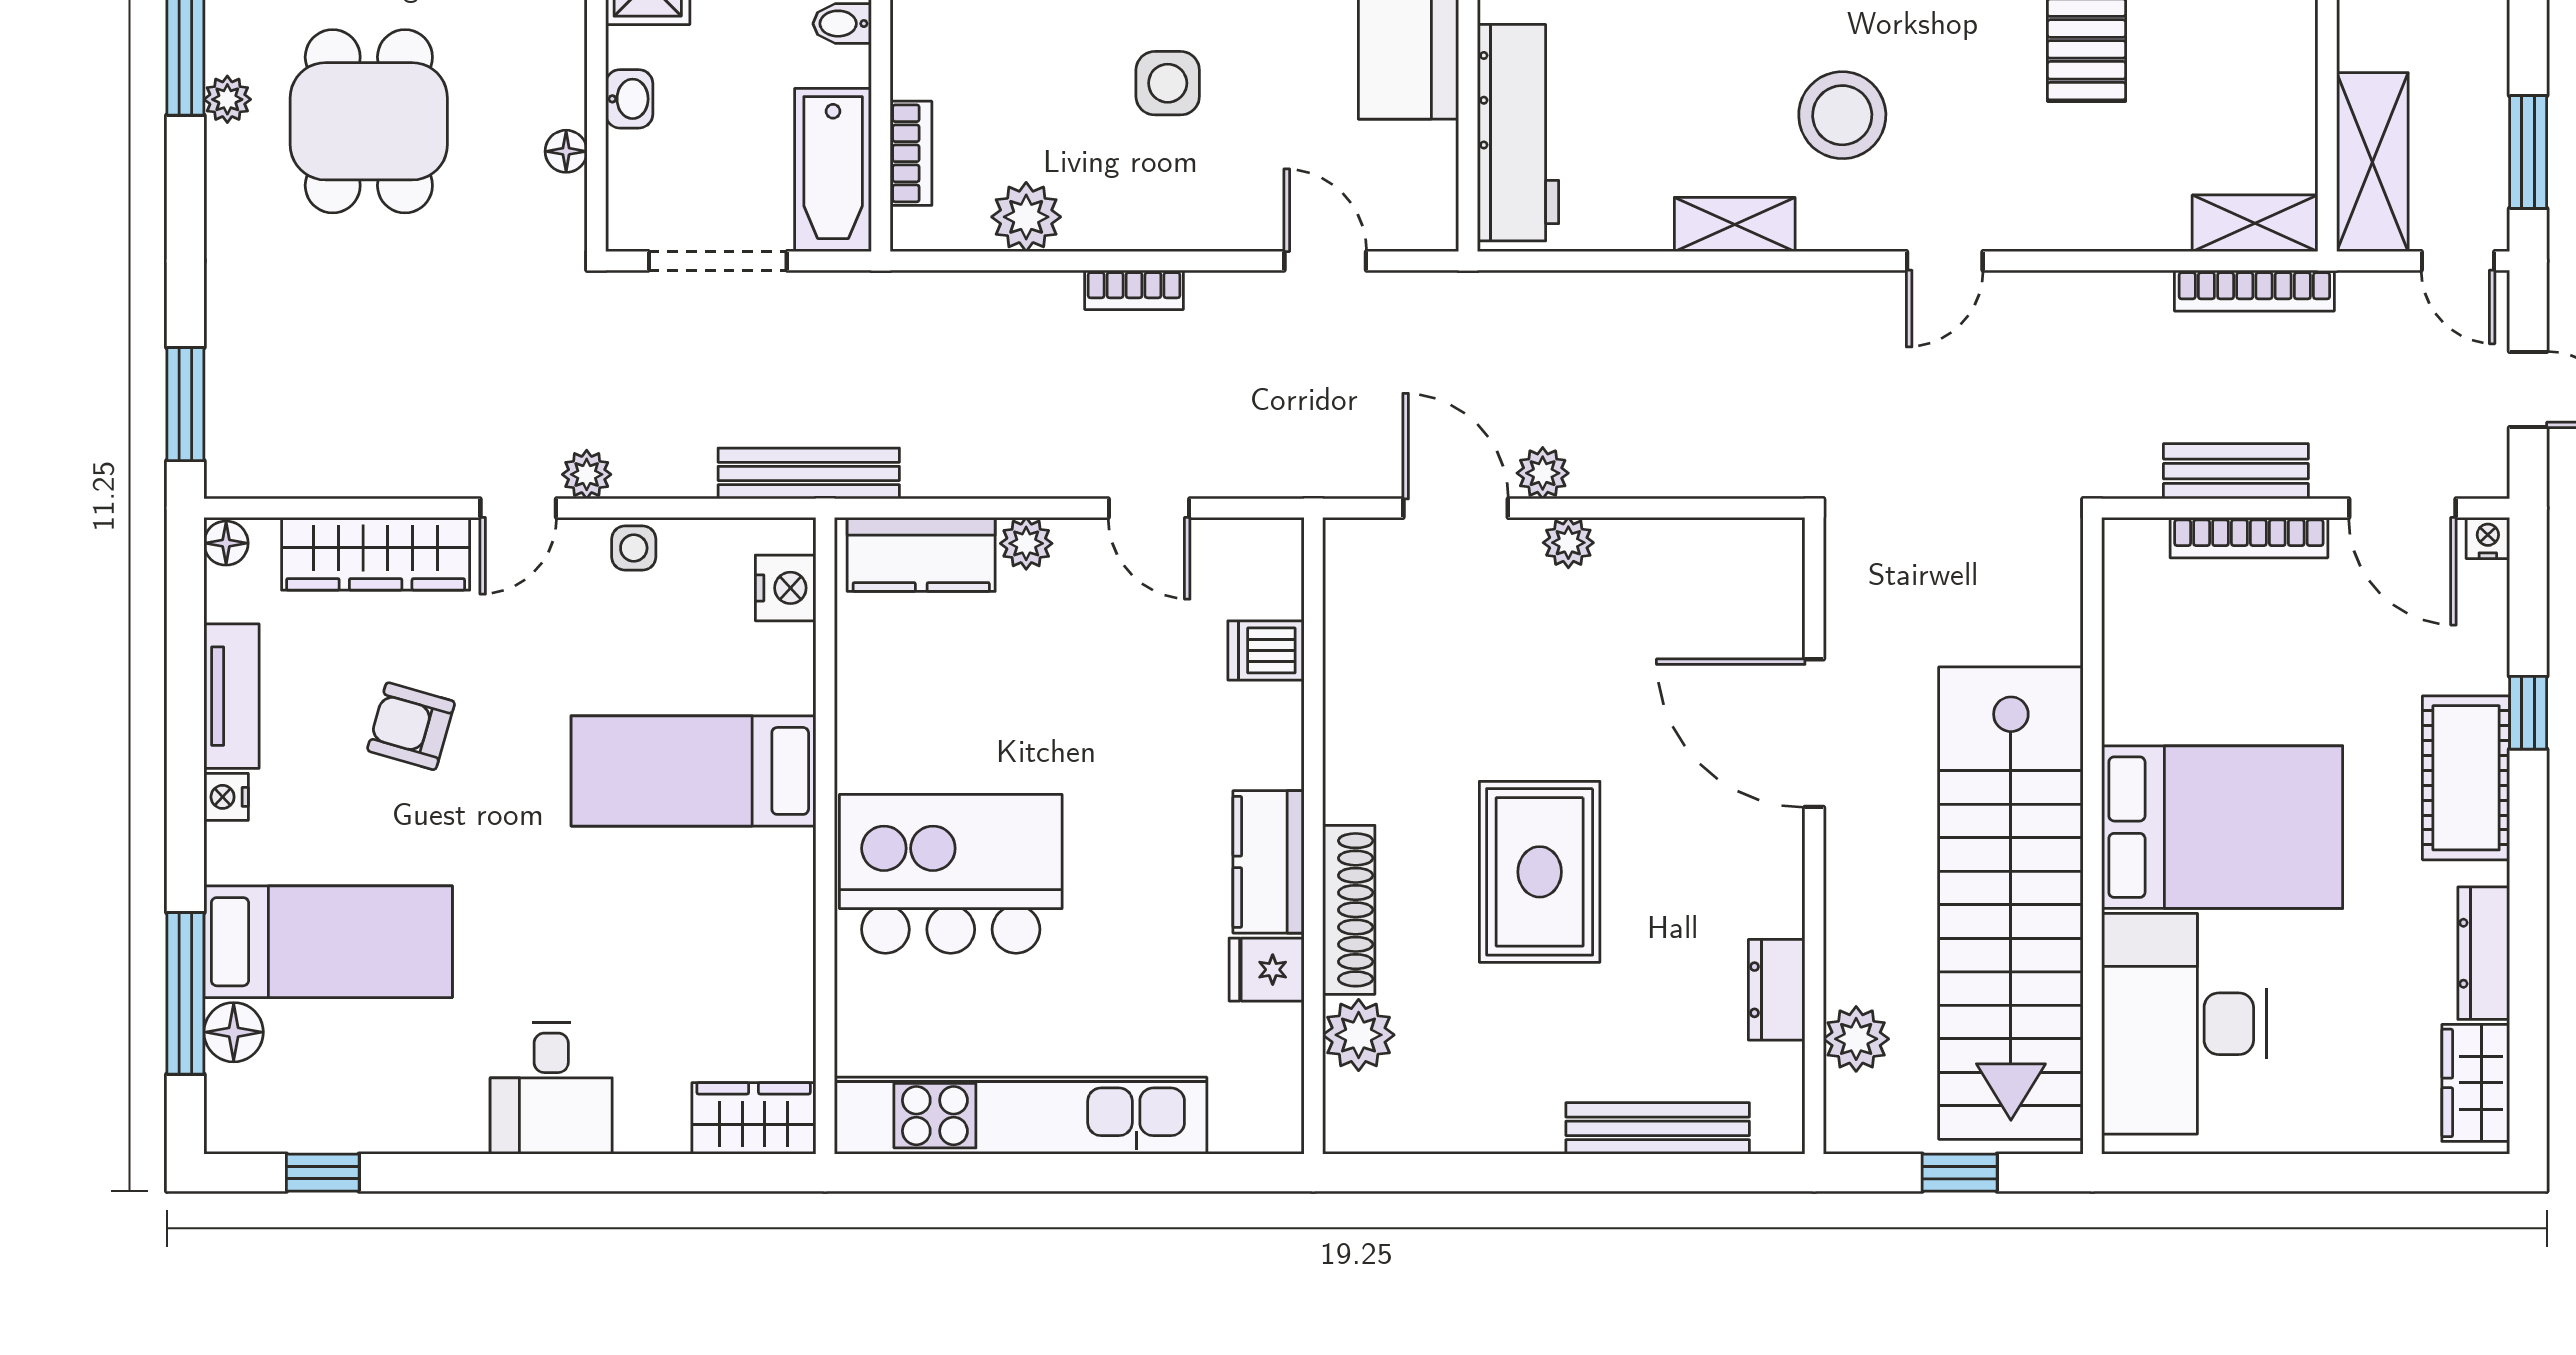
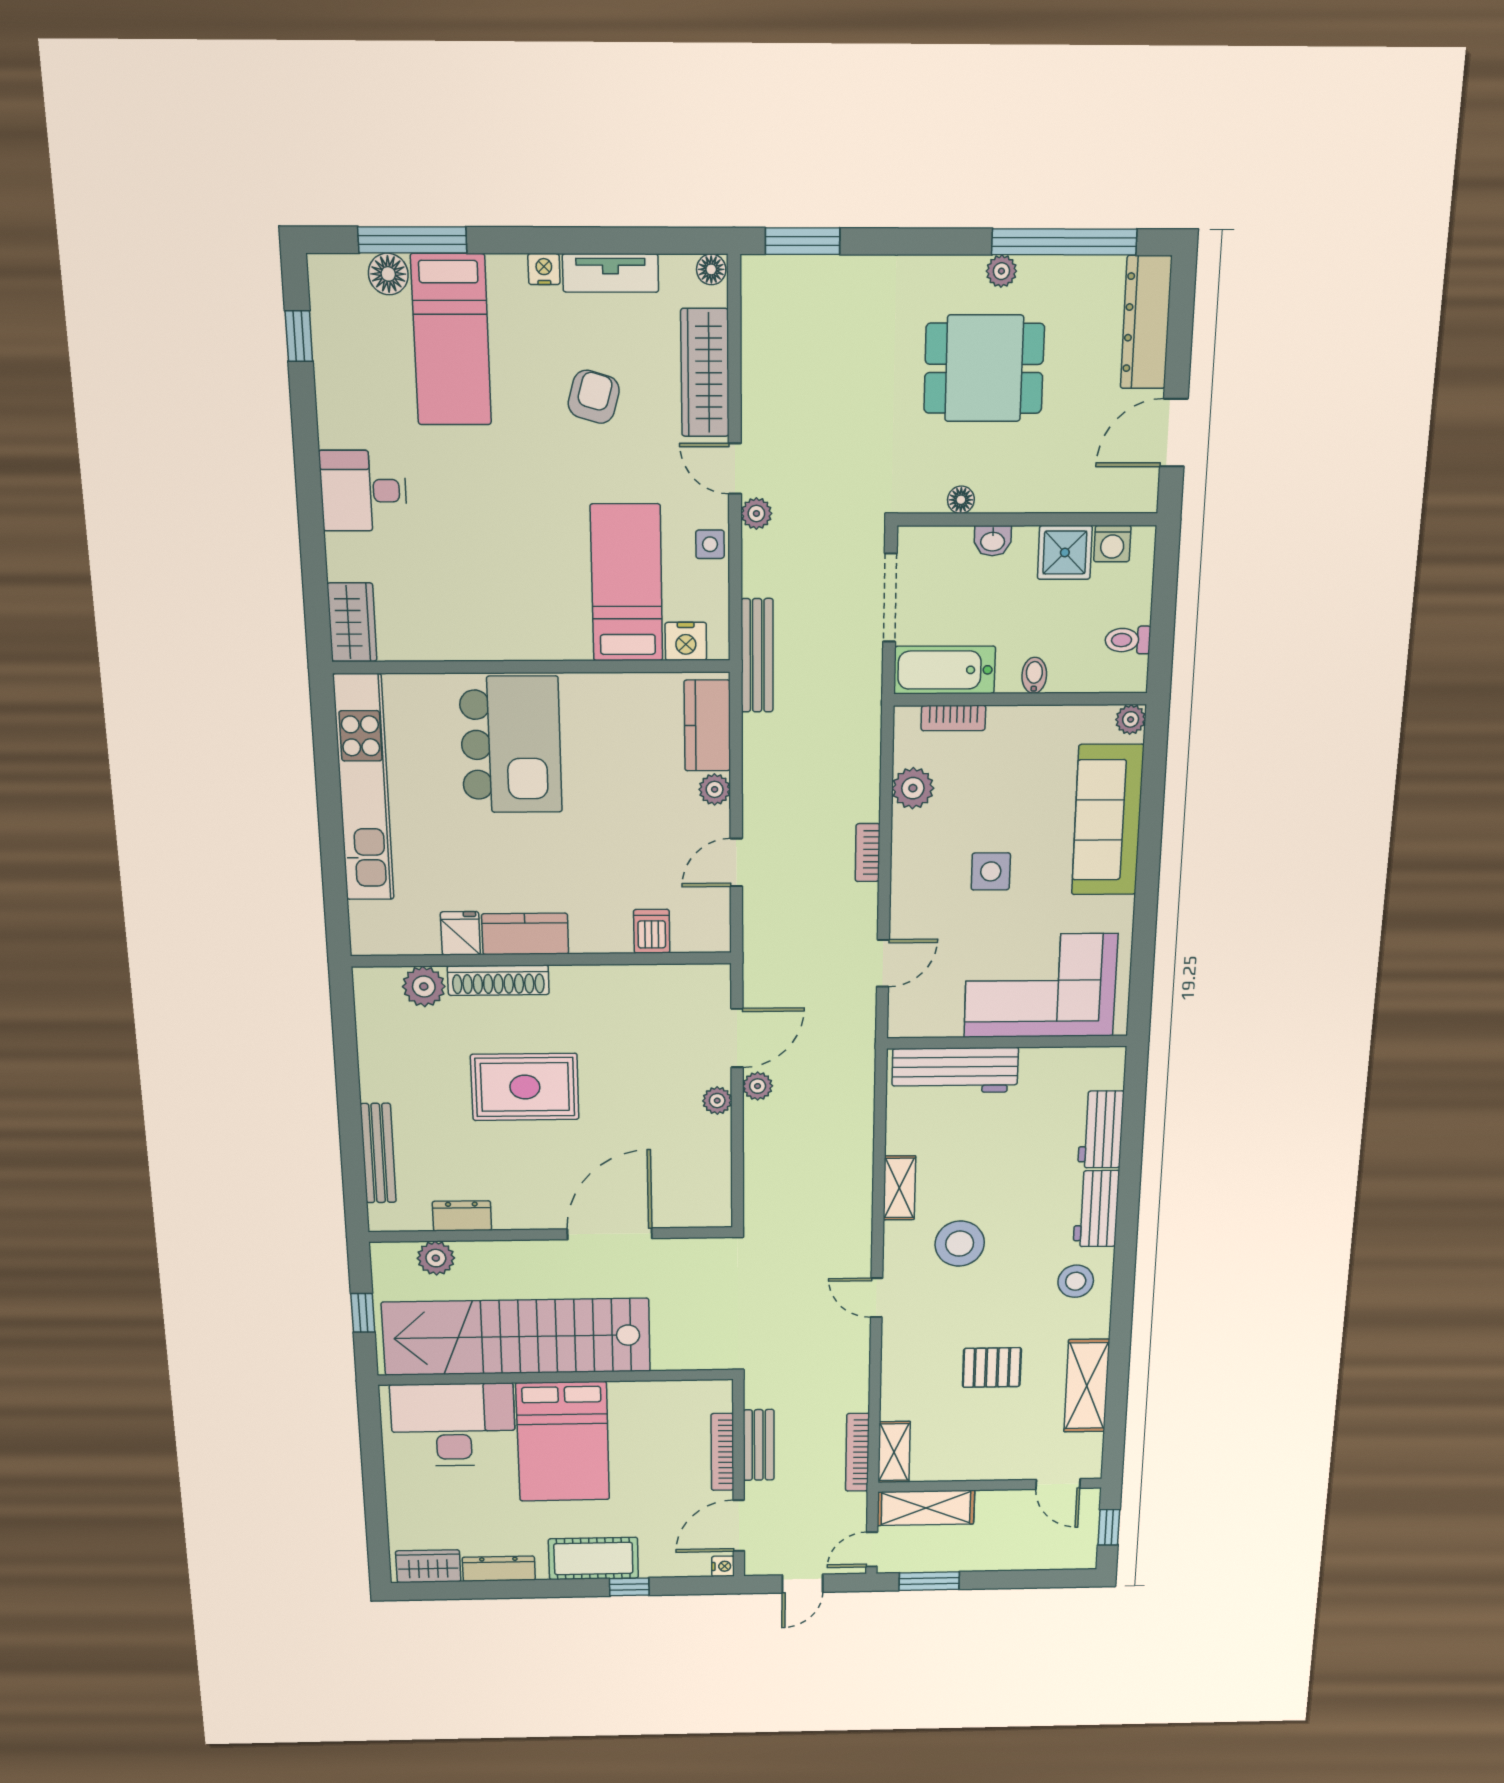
bed: (693, 771) -> (627, 583), moved

